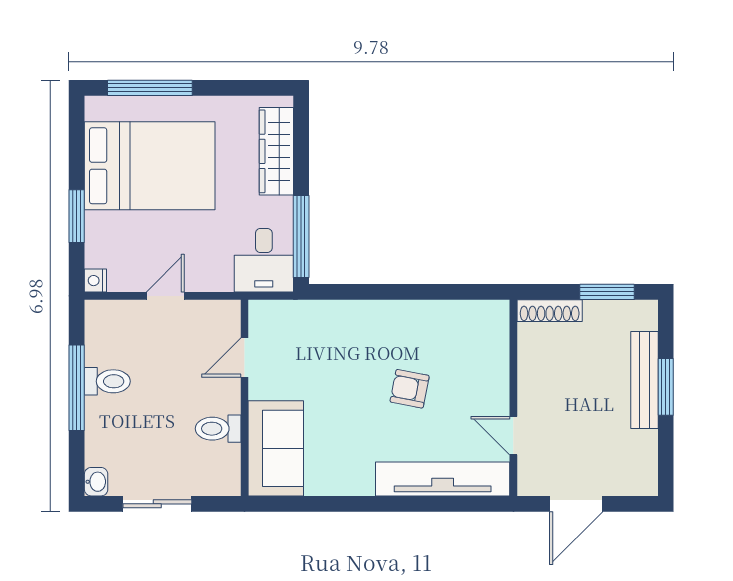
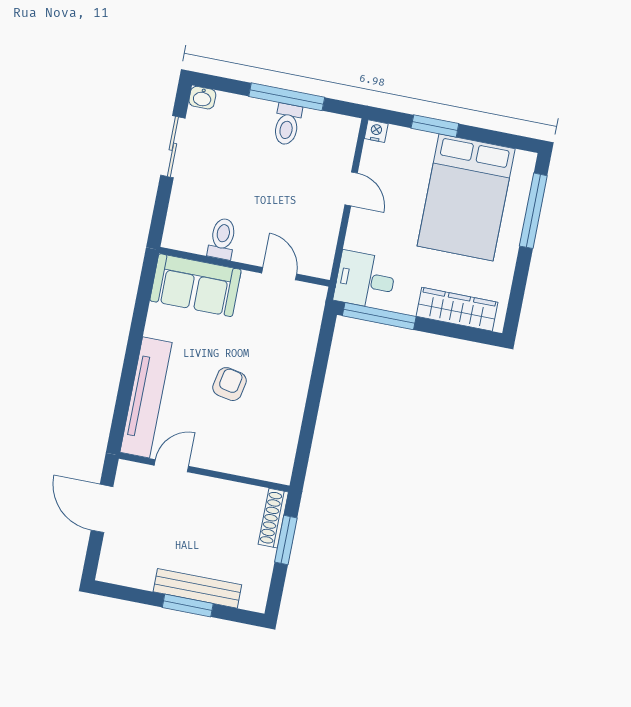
window: (607, 292) -> (286, 540), moved
door: (245, 357) -> (279, 274), moved
wall: (245, 398) -> (244, 267), moved
toilet: (218, 429) -> (222, 239), moved
sofa: (276, 448) -> (195, 285), moved

